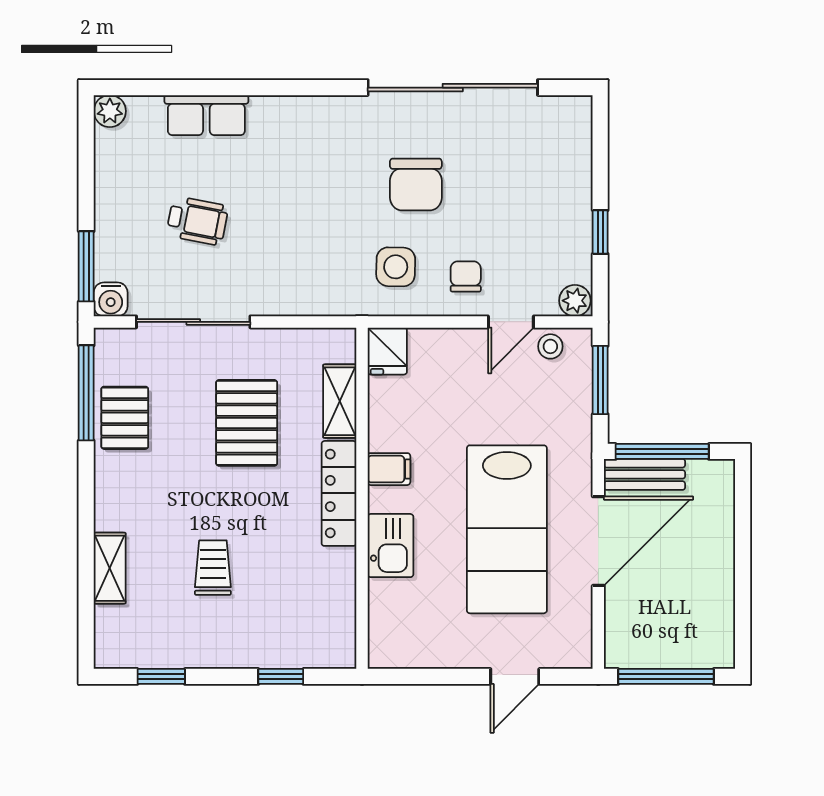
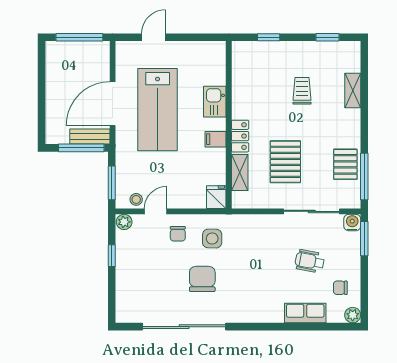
chair: (135, 167) -> (340, 288), added
locker: (339, 493) -> (240, 136), width x0.66
lab bench: (507, 529) -> (158, 110), turned 180
trolley: (213, 568) -> (302, 91), turned 180

